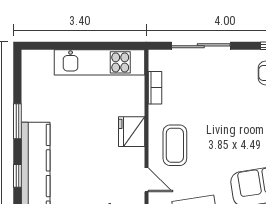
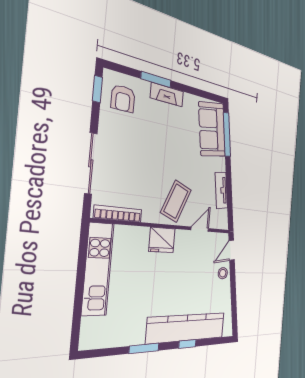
bookcase: (155, 88) -> (118, 214), width x1.56
coffee table: (175, 145) -> (176, 201), turned -67

